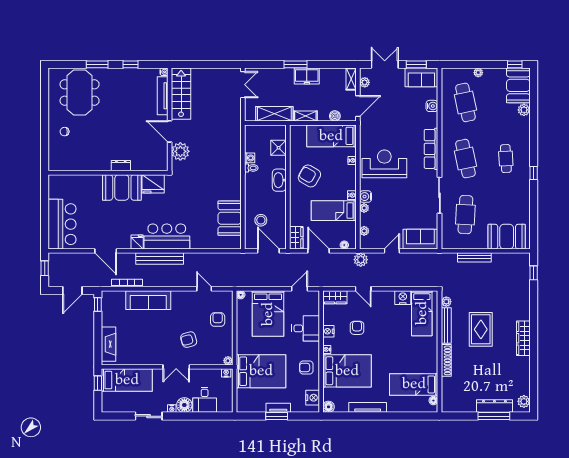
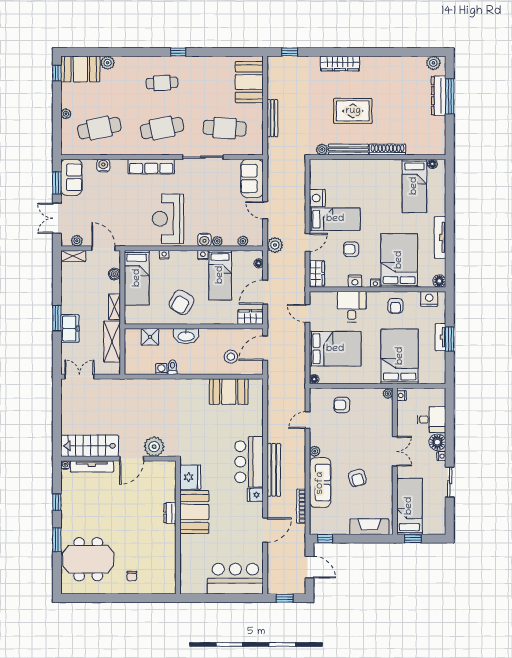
freezer: (307, 76) -> (70, 328), moved
plant: (176, 295) -> (315, 451), added
bed: (422, 313) -> (335, 219), moved
wardrobe: (523, 338) -> (340, 63), moved
armchair: (189, 340) -> (357, 478), moved

